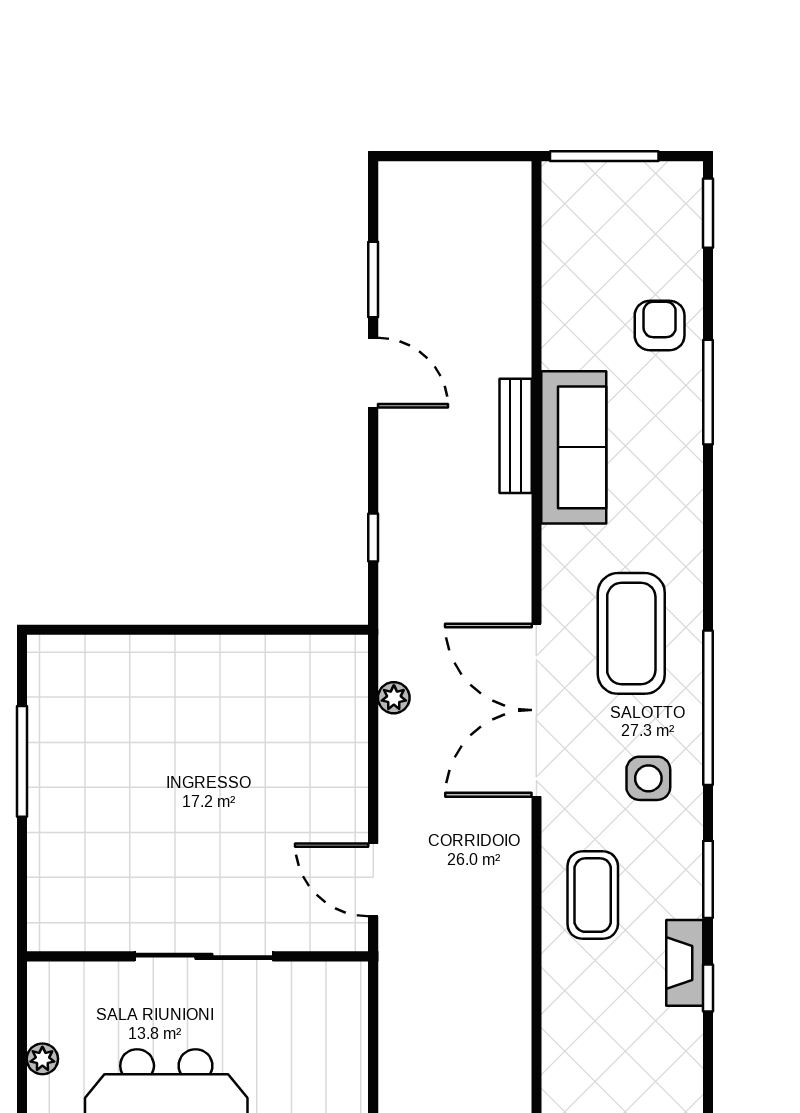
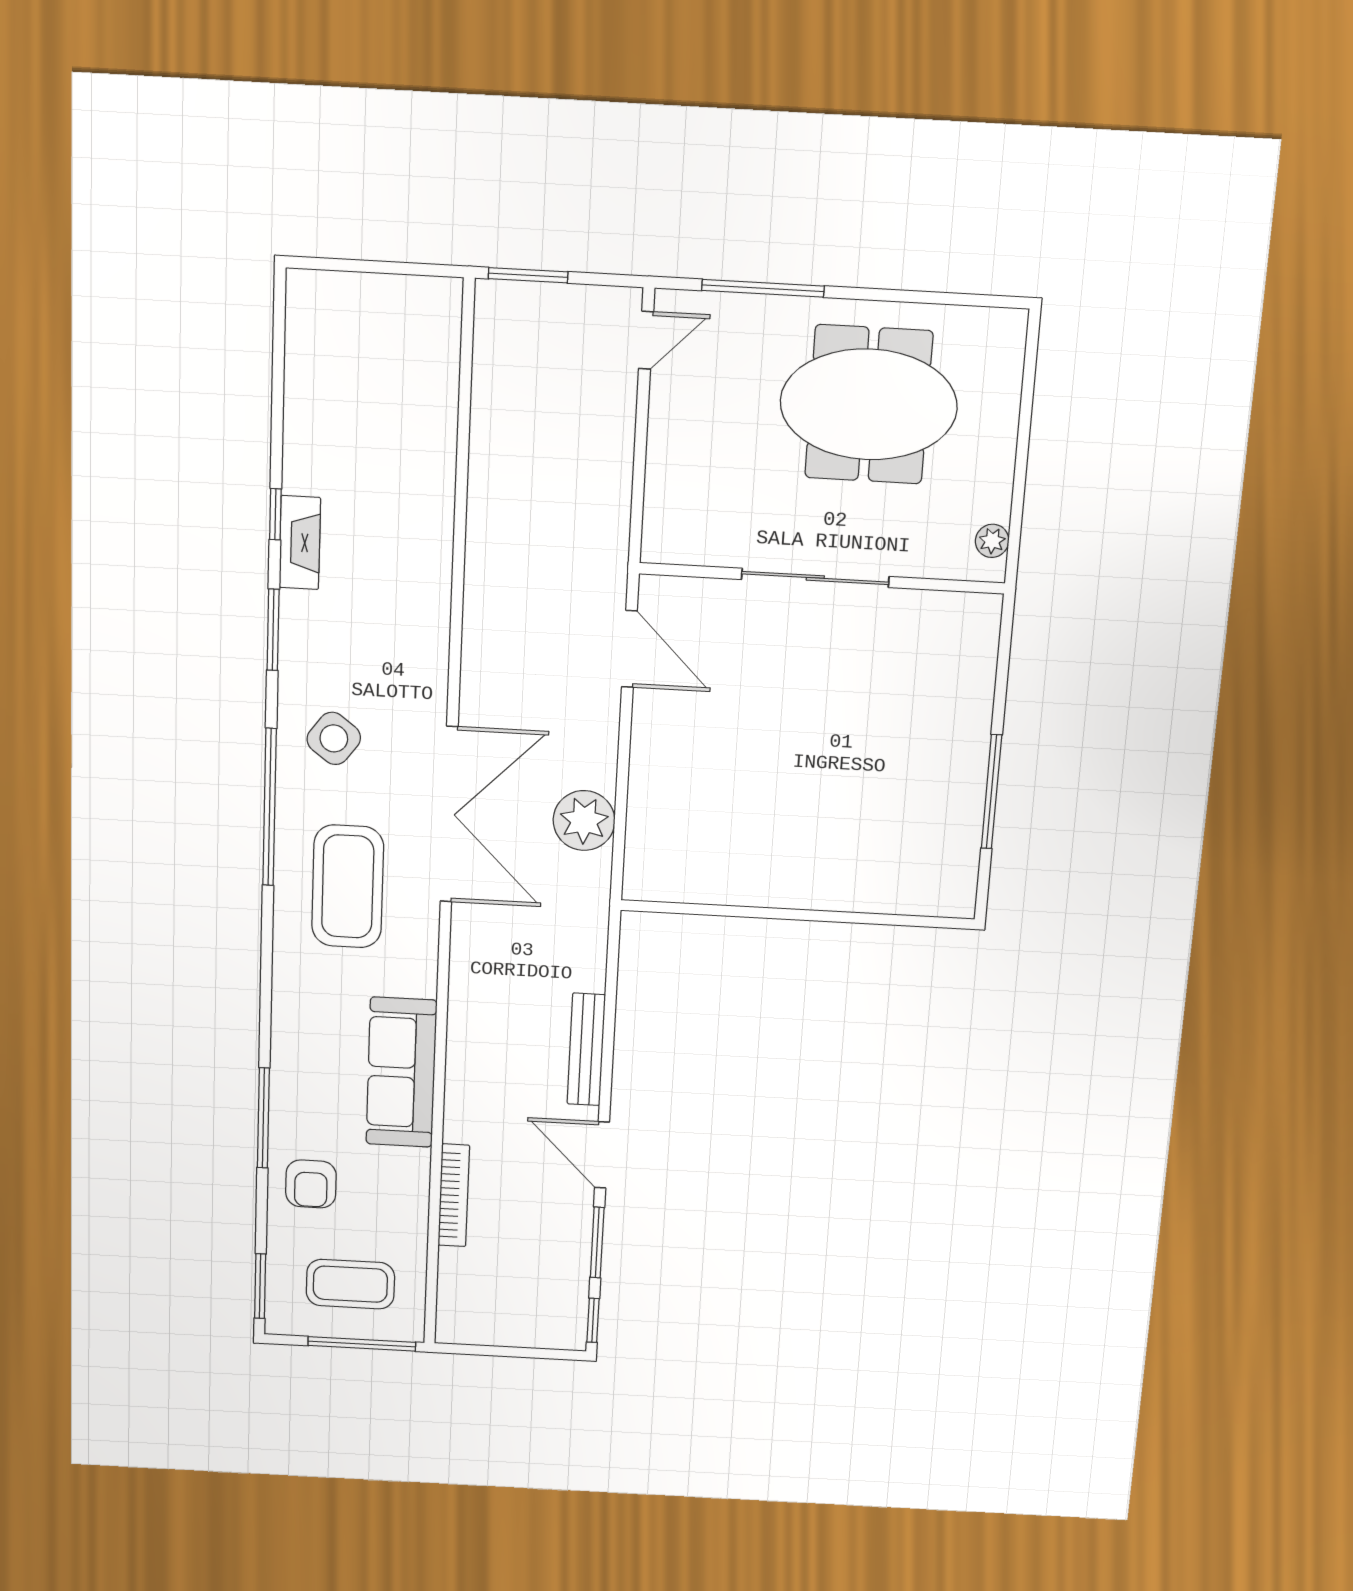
bookcase: (518, 322) -> (454, 1195), added
bench: (516, 436) -> (586, 1049), moved
window: (373, 538) -> (593, 1320), moved
plant: (394, 698) -> (584, 821), width x1.88, depth x1.88
side table: (648, 778) -> (334, 738), turned 37
coffee table: (593, 895) -> (350, 1284), moved, turned 90
plant: (42, 1059) -> (992, 541), moved

